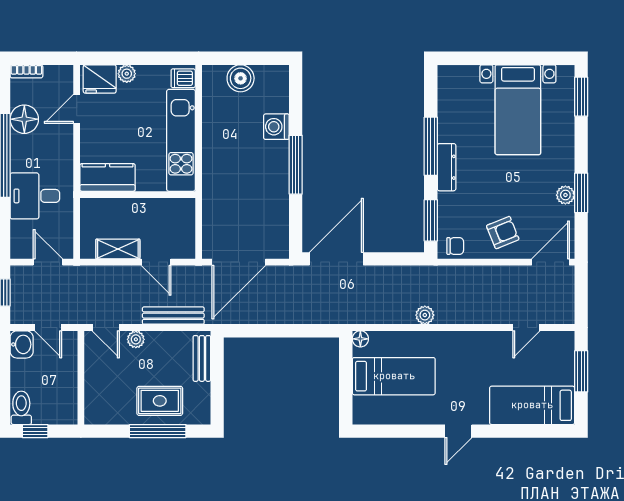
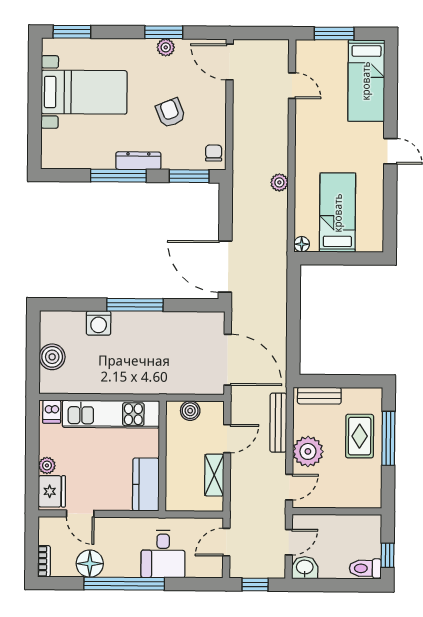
boiler: (185, 223) -> (190, 411), added
armchair: (503, 233) -> (171, 113), moved
plant: (136, 339) -> (308, 451), width x1.87, depth x1.87

